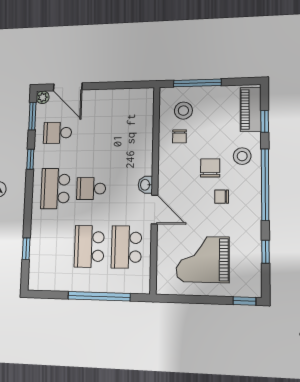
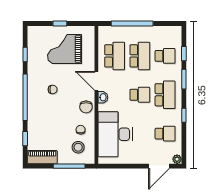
door: (68, 87) -> (159, 166), swing flipped
piano: (251, 109) -> (42, 157), moved, turned -90
window: (32, 116) -> (184, 79), moved
desk: (129, 131) -> (115, 134), added
stool: (242, 156) -> (40, 116), removed
chair: (210, 168) -> (86, 107), moved
school desk: (53, 246) -> (165, 56), added
grand piano: (203, 259) -> (65, 49), turned 180
window: (245, 301) -> (60, 23), moved

